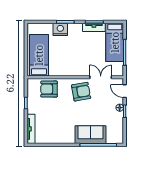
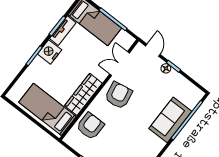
nightstand: (60, 29) -> (50, 52), moved
wardrobe: (65, 70) -> (83, 94), added
armchair: (49, 89) -> (90, 126), turned 180
door: (125, 91) -> (153, 50), swing flipped

